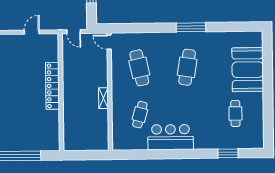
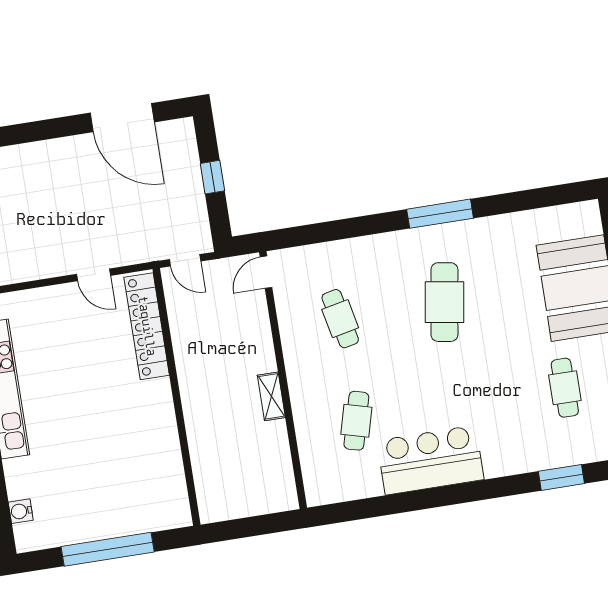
door: (32, 32) -> (93, 275), swing flipped
door: (109, 42) -> (266, 272), hinge flipped
cafe table: (139, 68) -> (340, 319), width x0.73, depth x0.74
locker: (52, 86) -> (147, 326), moved

